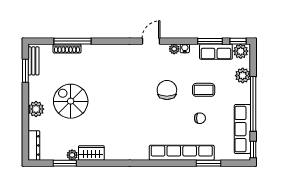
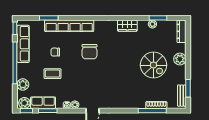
chair: (167, 90) -> (90, 52), moved
wardrobe: (91, 153) -> (127, 26), moved

